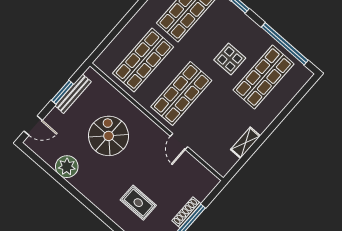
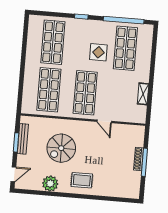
spiral stairs: (109, 136) -> (61, 148), turned -90
rug: (138, 203) -> (82, 180), moved

